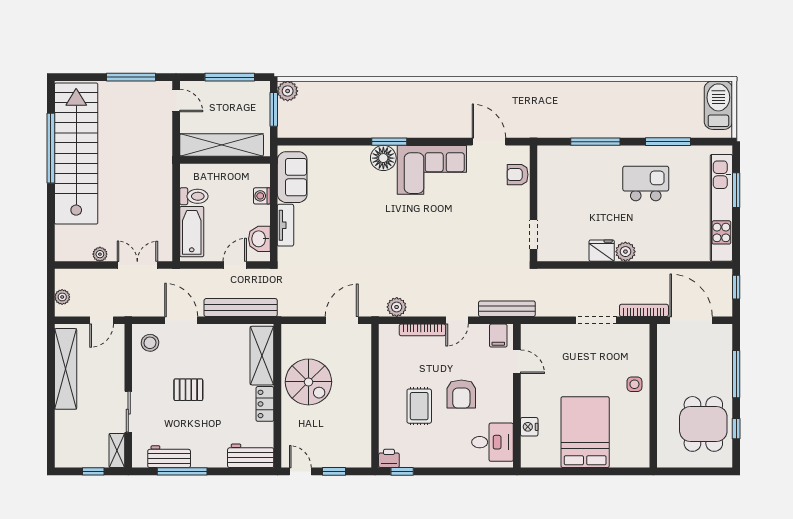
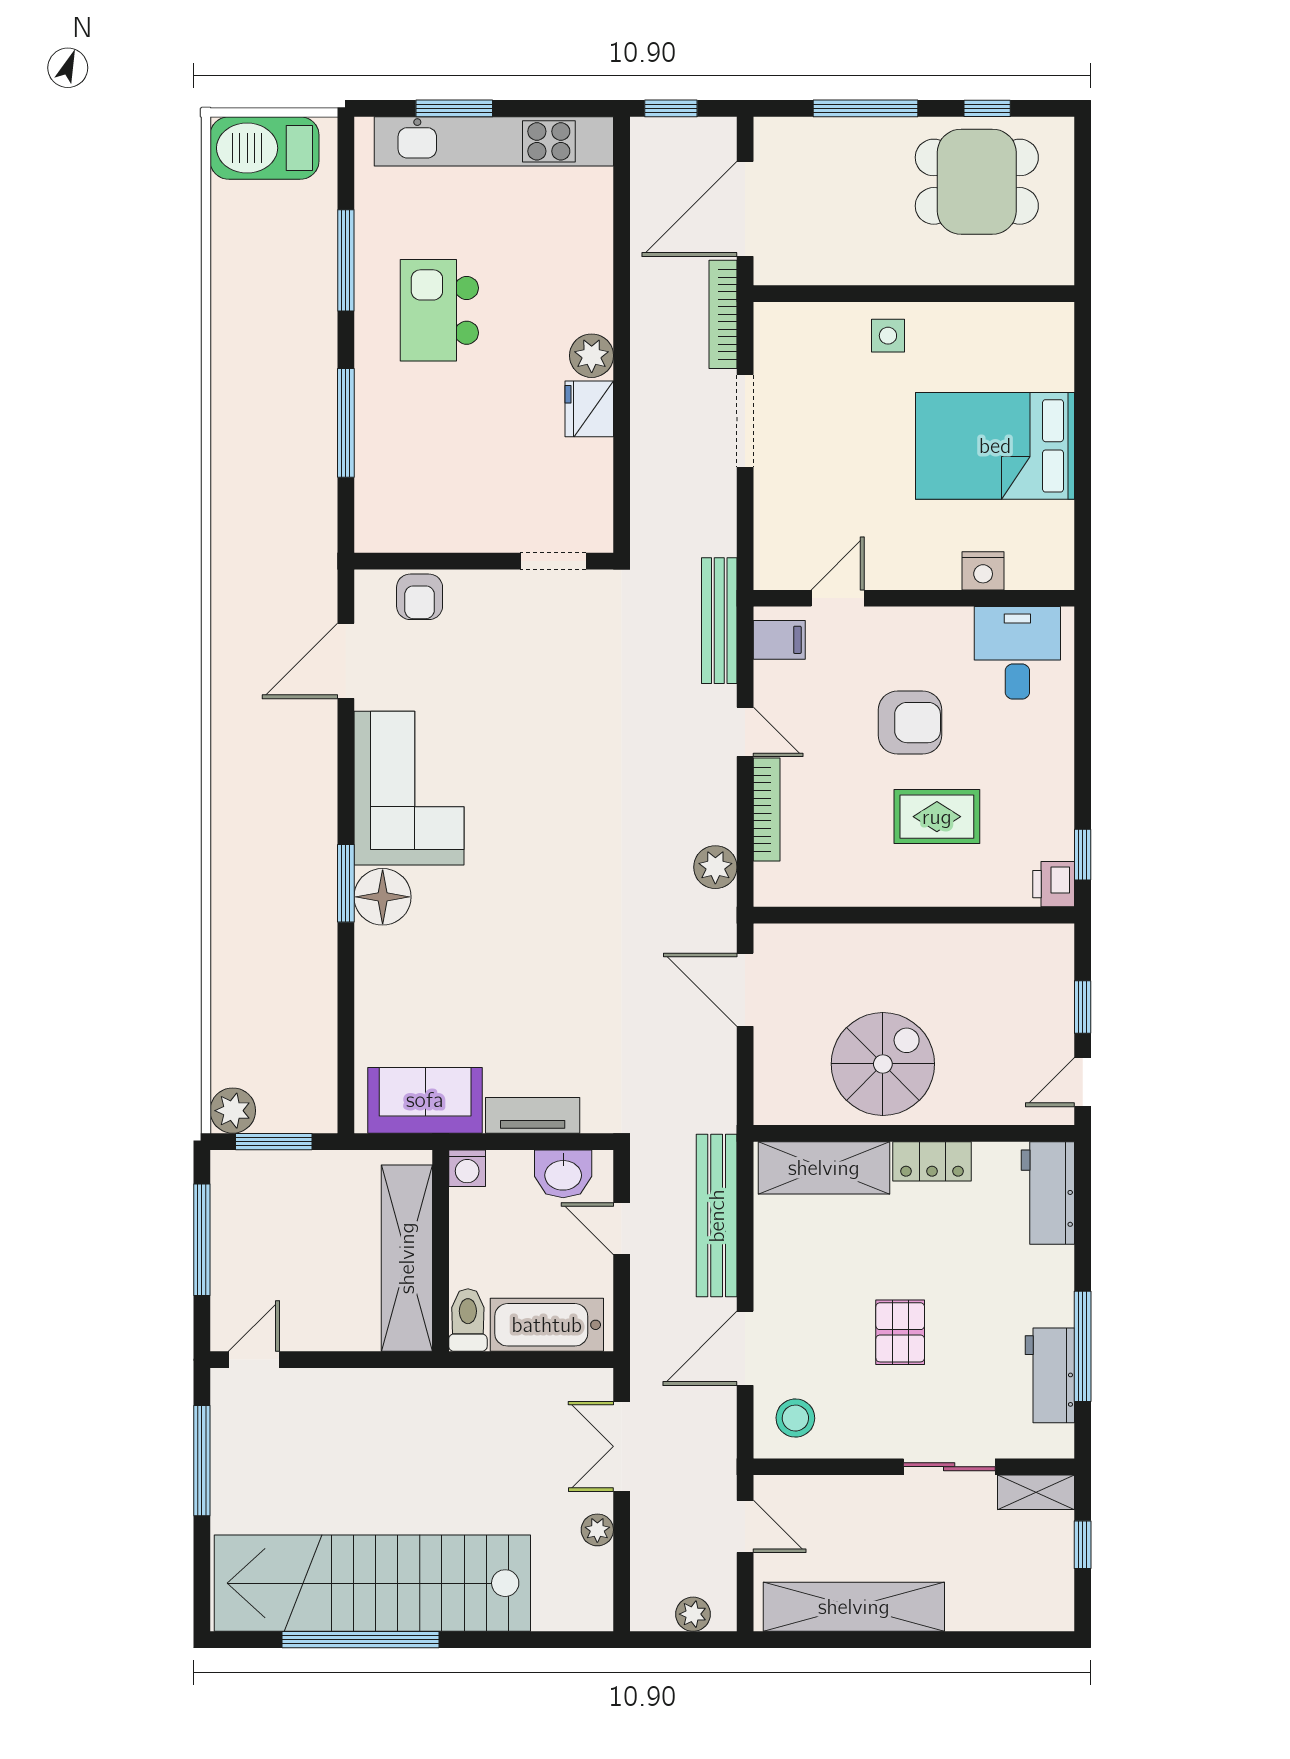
shelving: (222, 145) -> (407, 1258), moved
wall: (225, 160) -> (441, 1251), moved

